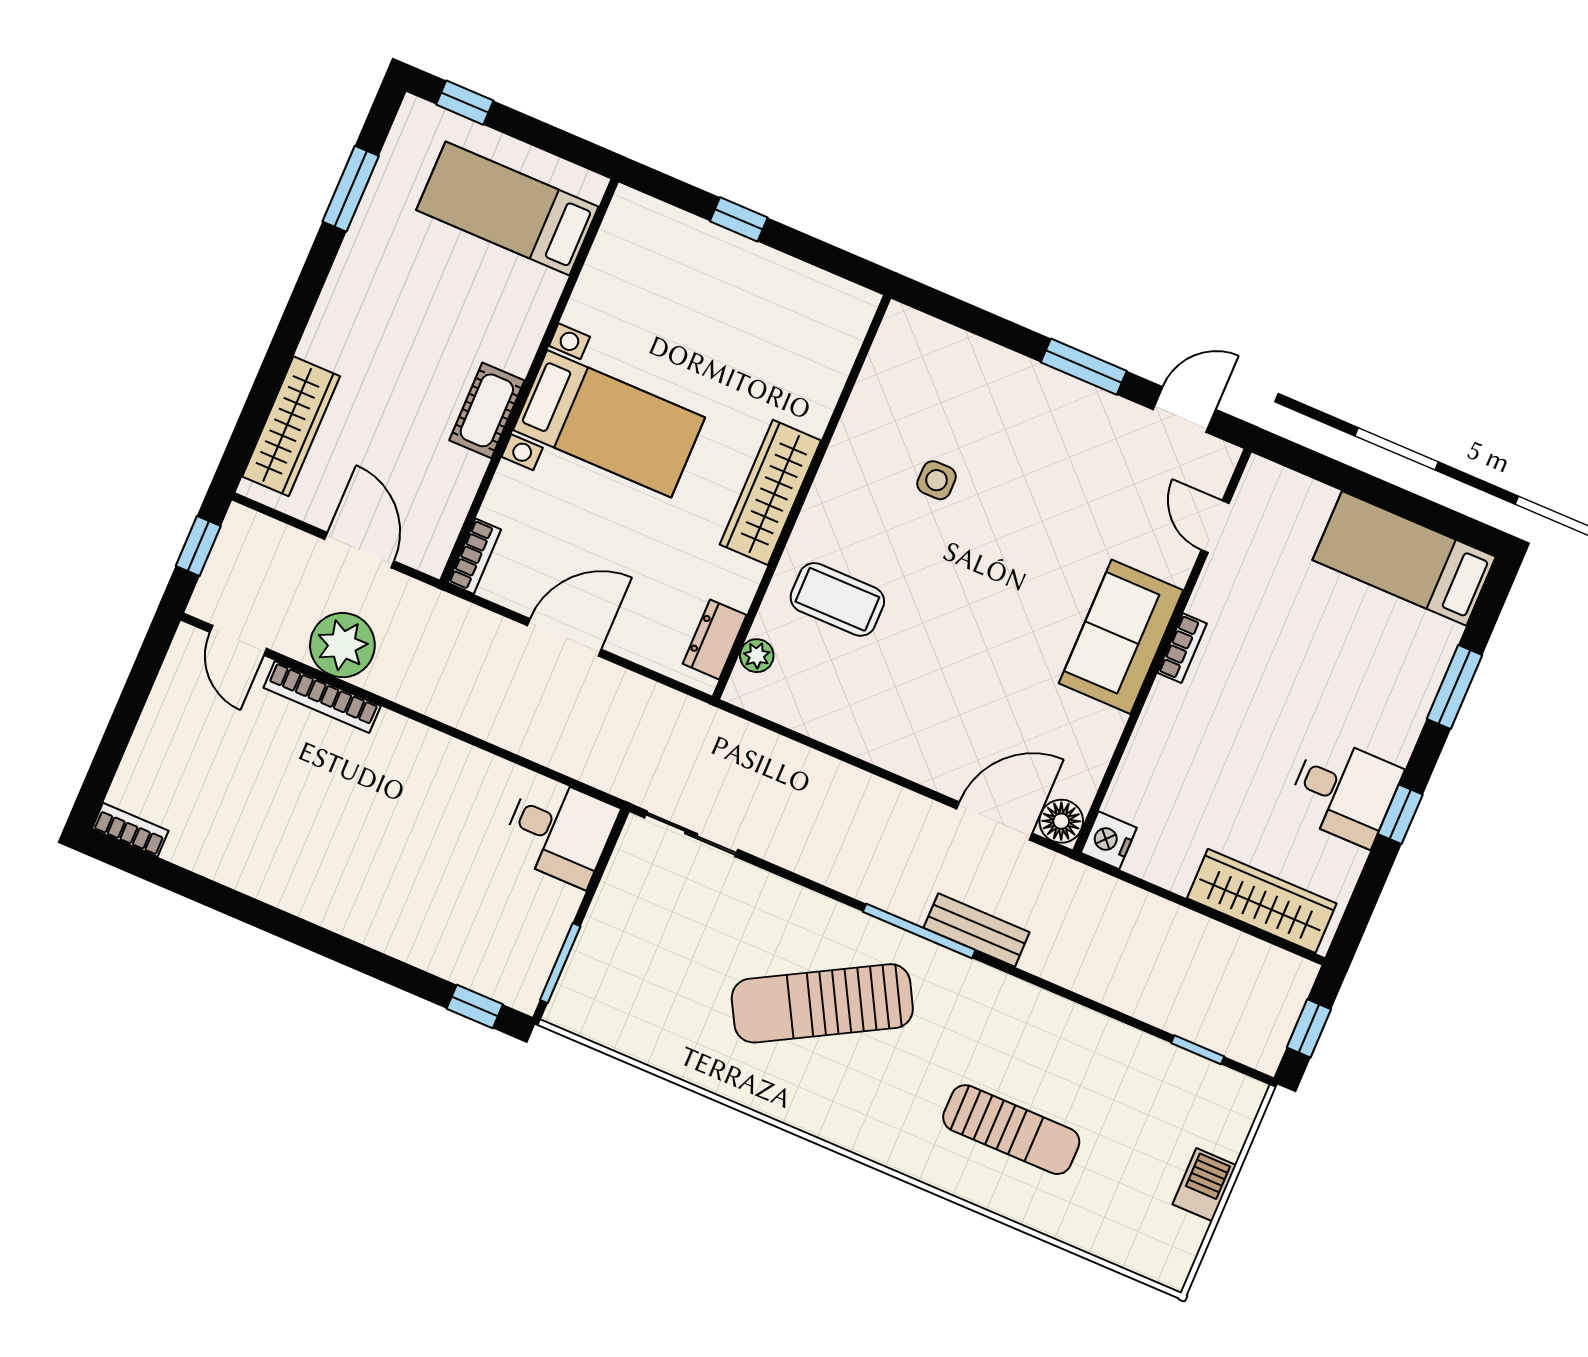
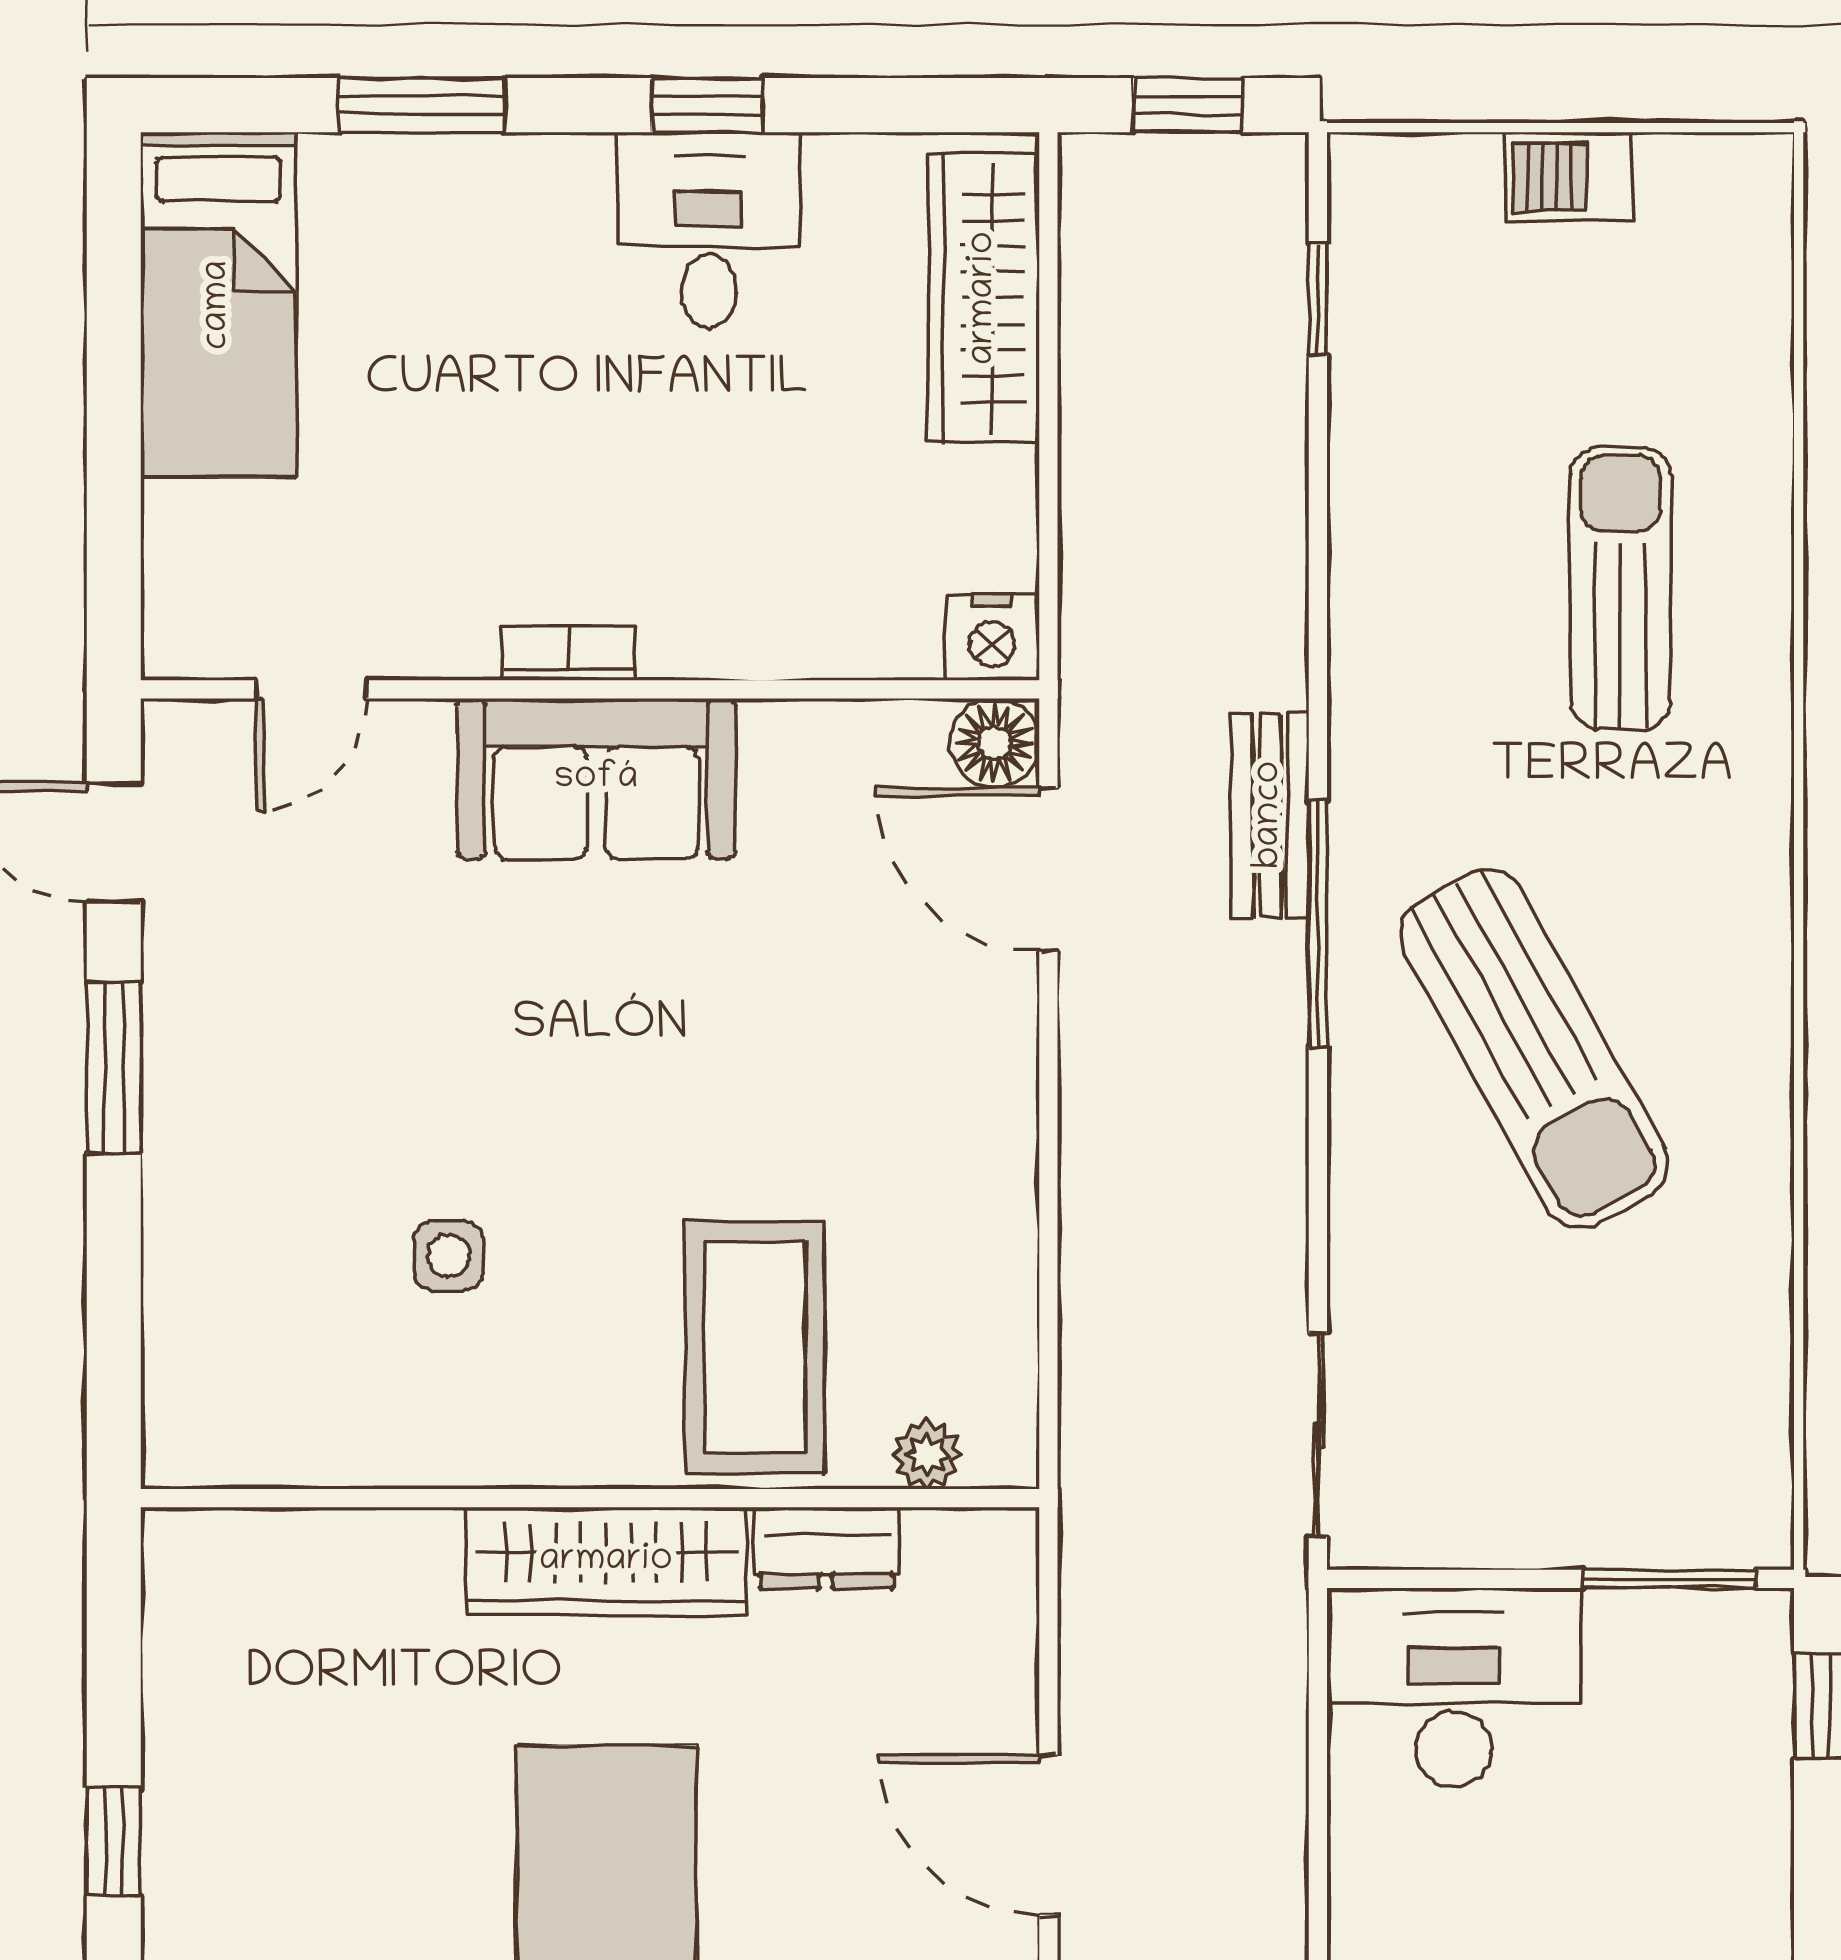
coffee table: (837, 599) -> (755, 1347), width x1.36, depth x1.32
dresser: (715, 639) -> (826, 1548), moved
desk: (559, 831) -> (1454, 1687), width x1.37

